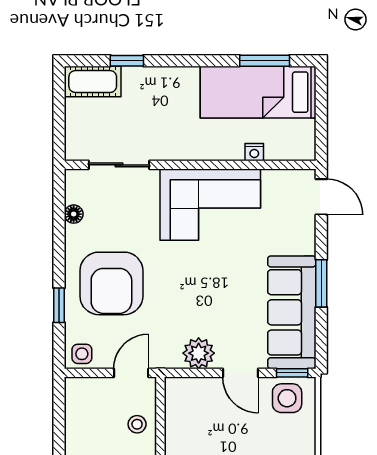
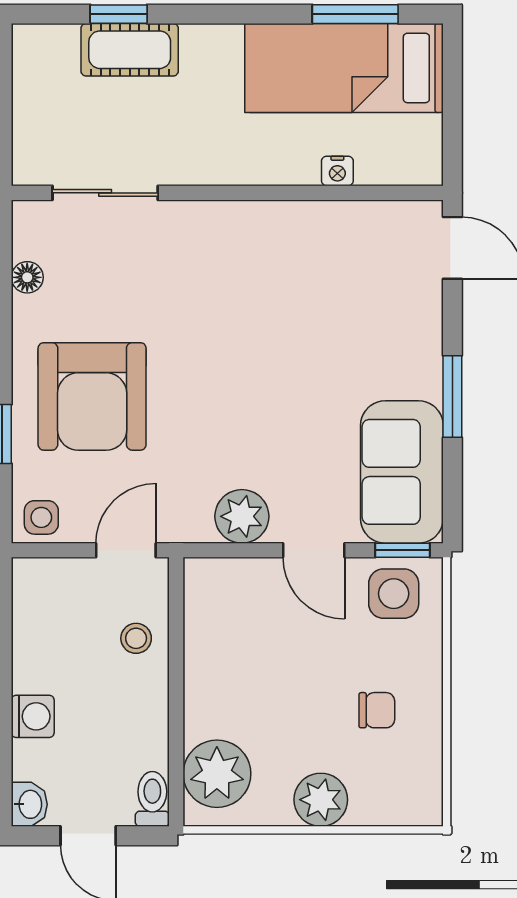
cot: (93, 82) -> (130, 50), moved
corner sofa: (210, 205) -> (262, 261), removed
sofa: (292, 312) -> (402, 472), width x0.73

